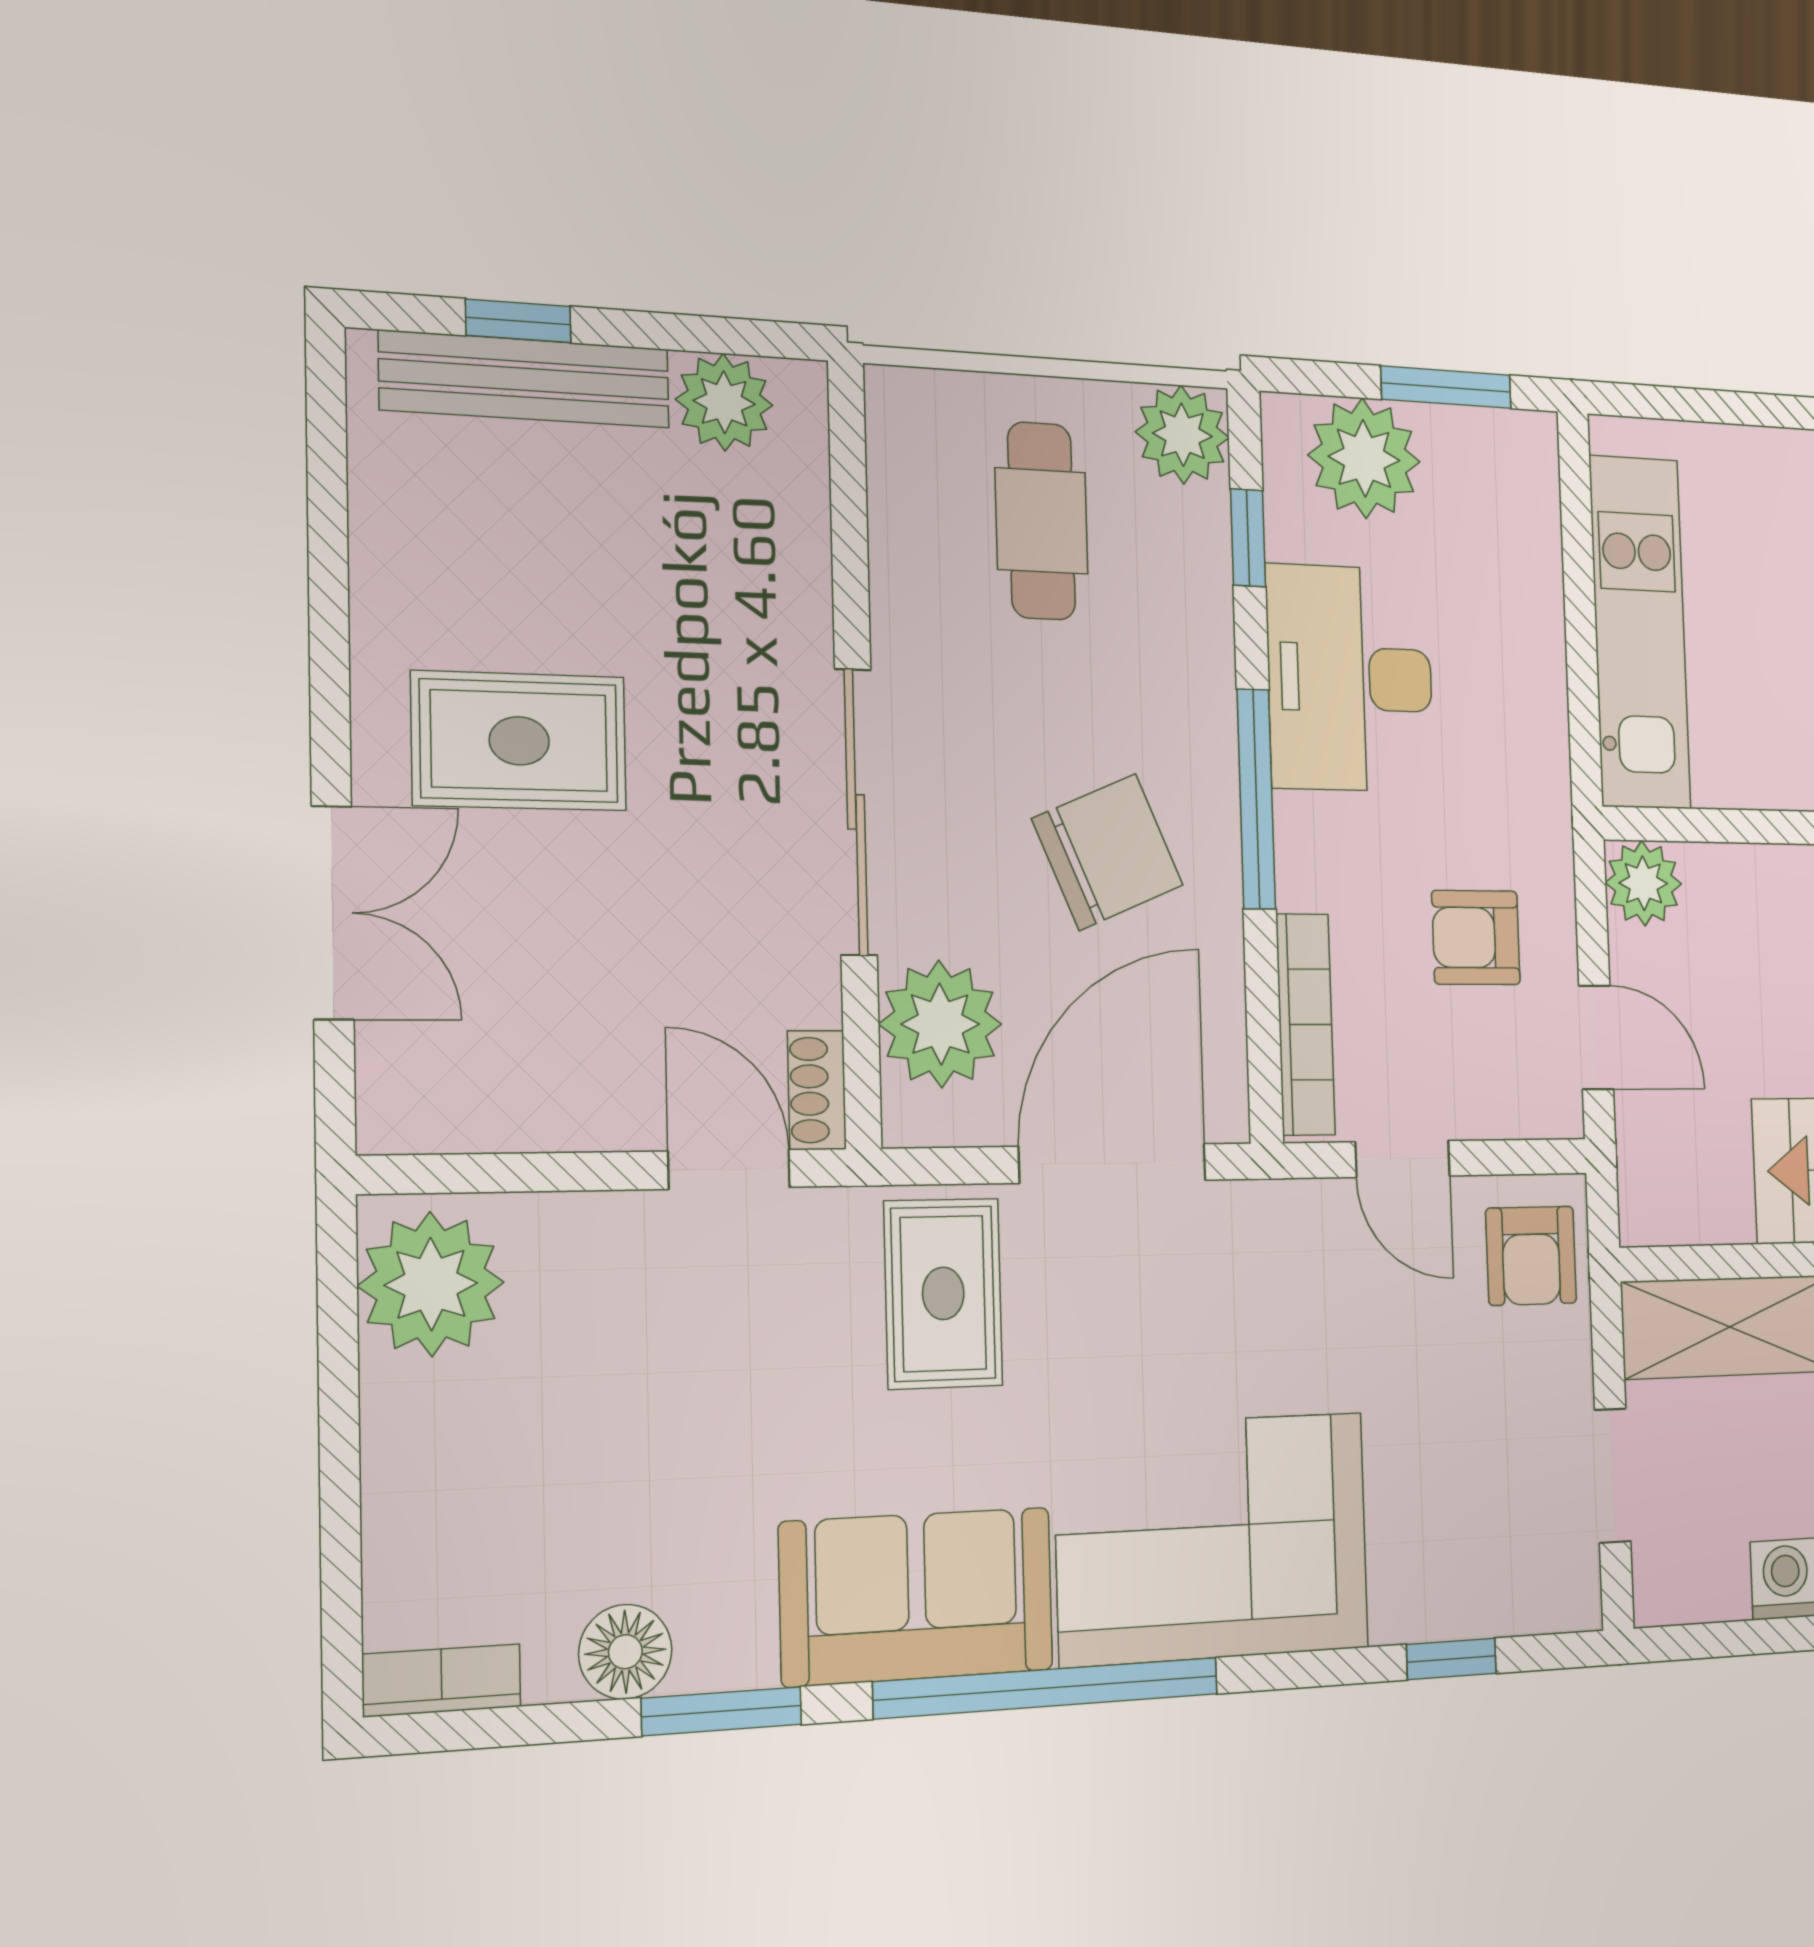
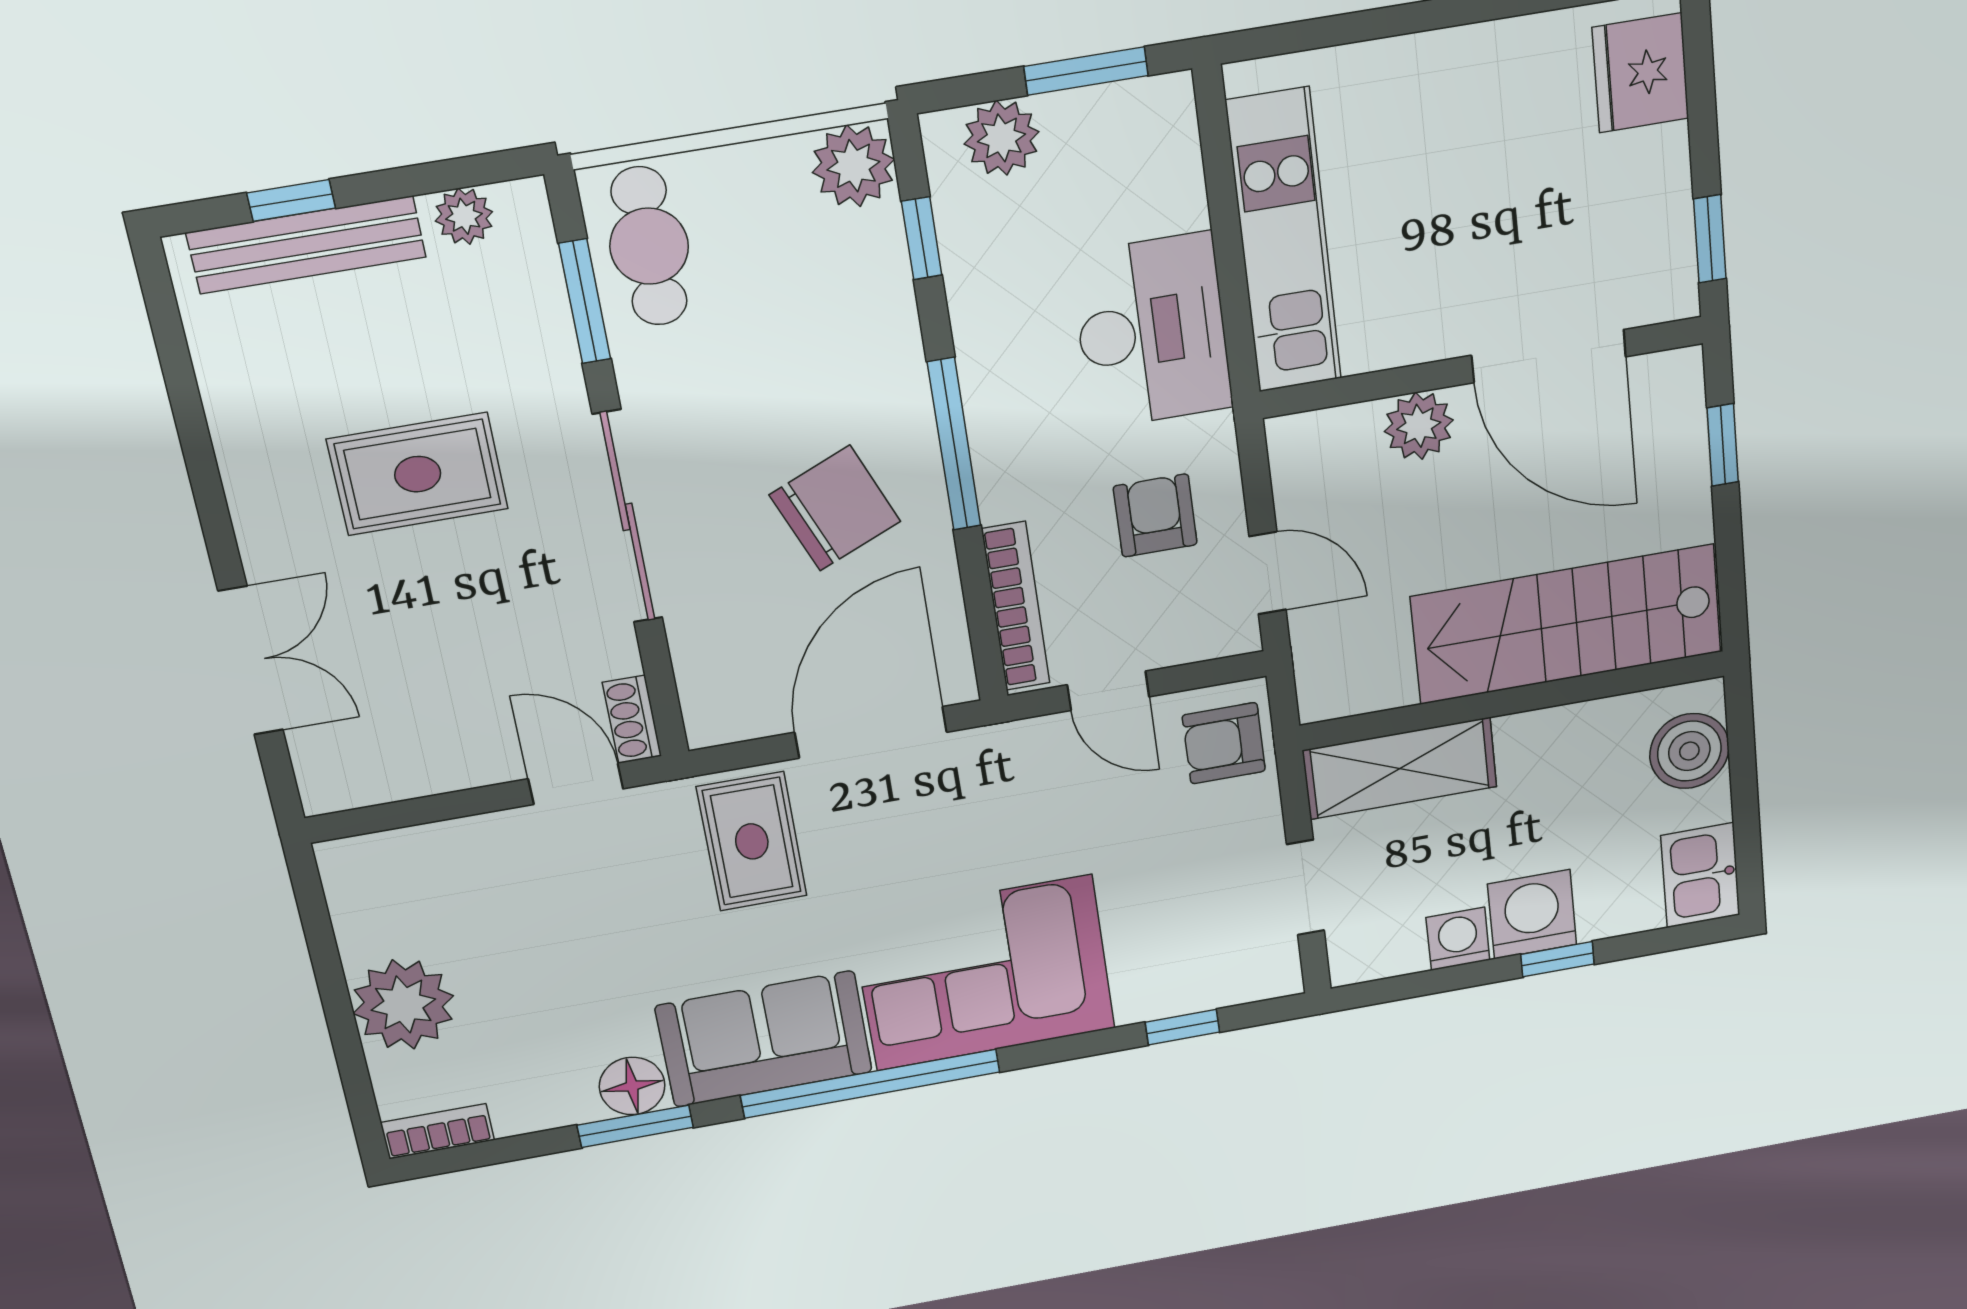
plant: (724, 402) -> (464, 216), width x0.73, depth x0.73
plant: (1364, 458) -> (1002, 138), width x0.73, depth x0.73
cafe table: (1041, 521) -> (649, 246), moved
window: (849, 526) -> (585, 301), added
desk: (1350, 678) -> (1152, 331), moved, turned 180
rug: (519, 741) -> (418, 474), moved
plant: (1643, 883) -> (1419, 426), moved
armchair: (1476, 938) -> (1155, 515), turned 90
plant: (940, 1024) -> (720, 657), removed
armchair: (1531, 1256) -> (1224, 743), turned 90
plant: (431, 1284) -> (403, 1005), moved
floor lamp: (625, 1652) -> (632, 1086), moved

